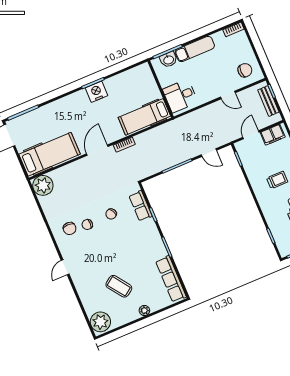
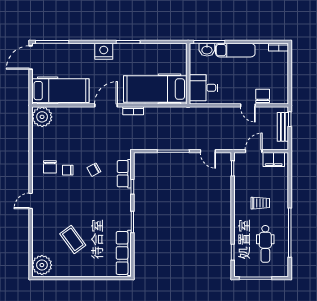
chair: (245, 70) -> (263, 96), moved, turned -90
nightstand: (96, 92) -> (104, 51), moved
hospital bed: (144, 117) -> (155, 89), width x1.37, depth x1.29
plant: (144, 310) -> (87, 272), removed

